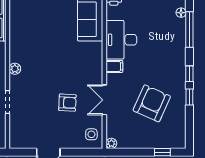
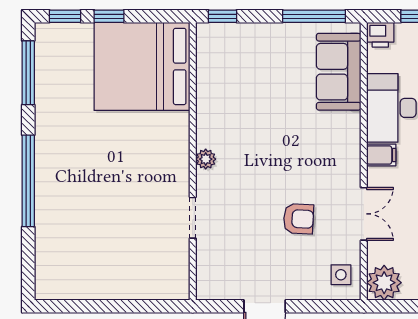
double door: (104, 100) -> (364, 214), swing flipped
plant: (111, 143) -> (384, 283), width x1.87, depth x1.87

